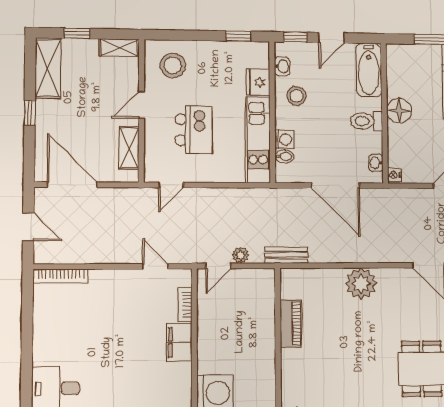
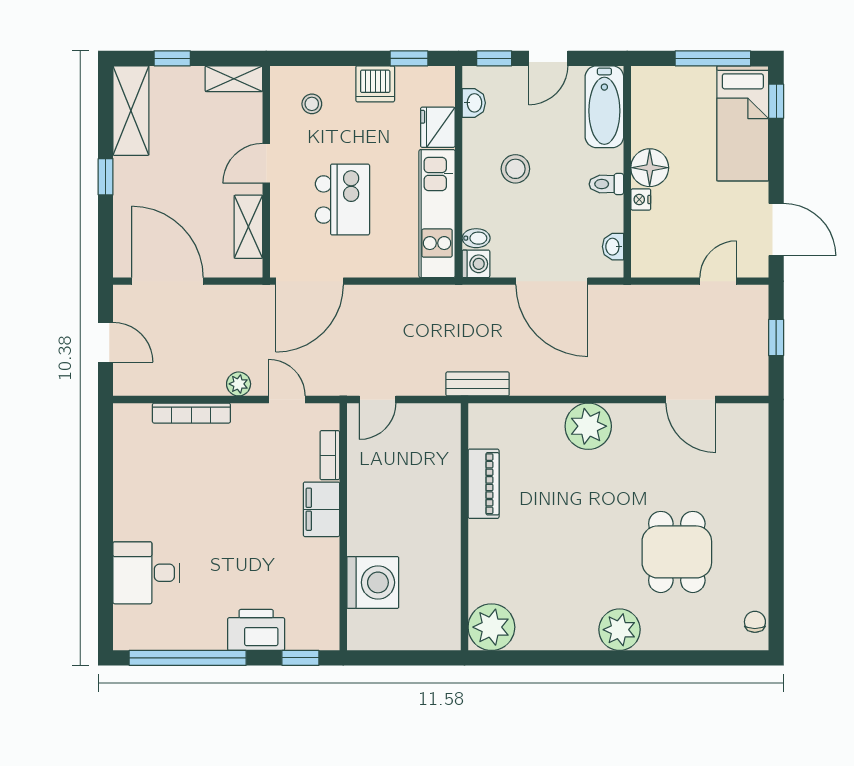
dishwasher: (216, 53) -> (375, 84), added
stool: (173, 65) -> (312, 104), width x0.53, depth x0.53
stool: (296, 96) -> (515, 169), moved
toilet: (366, 121) -> (606, 184), width x0.73, depth x0.72
washing machine: (284, 139) -> (476, 264), moved
nightstand: (394, 175) -> (641, 200), moved
door: (171, 185) -> (310, 281), width x1.87
plant: (240, 255) -> (239, 384), moved
bookcase: (61, 276) -> (191, 413), moved

